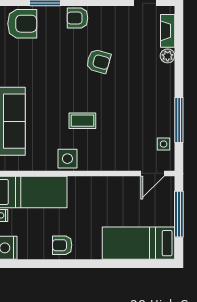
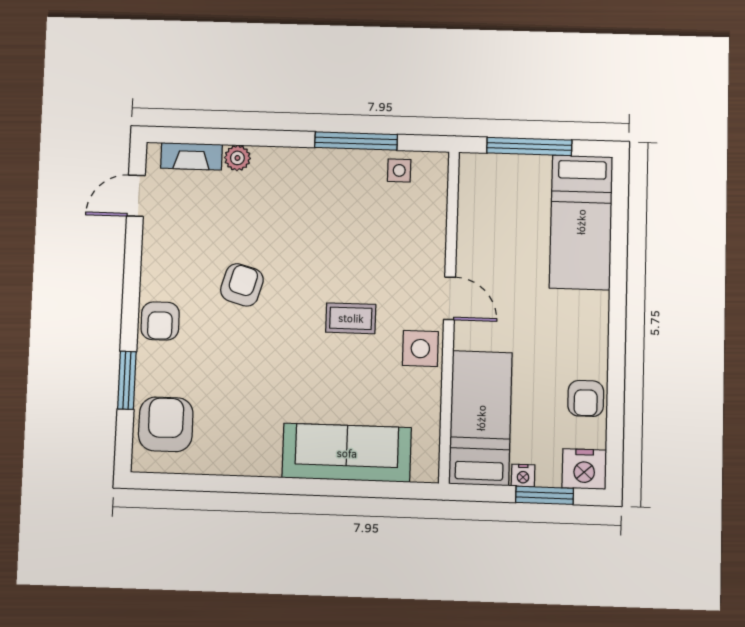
coffee table: (82, 121) -> (351, 318), turned 90
door: (153, 173) -> (450, 298), moved
armchair: (62, 245) -> (586, 398), moved

